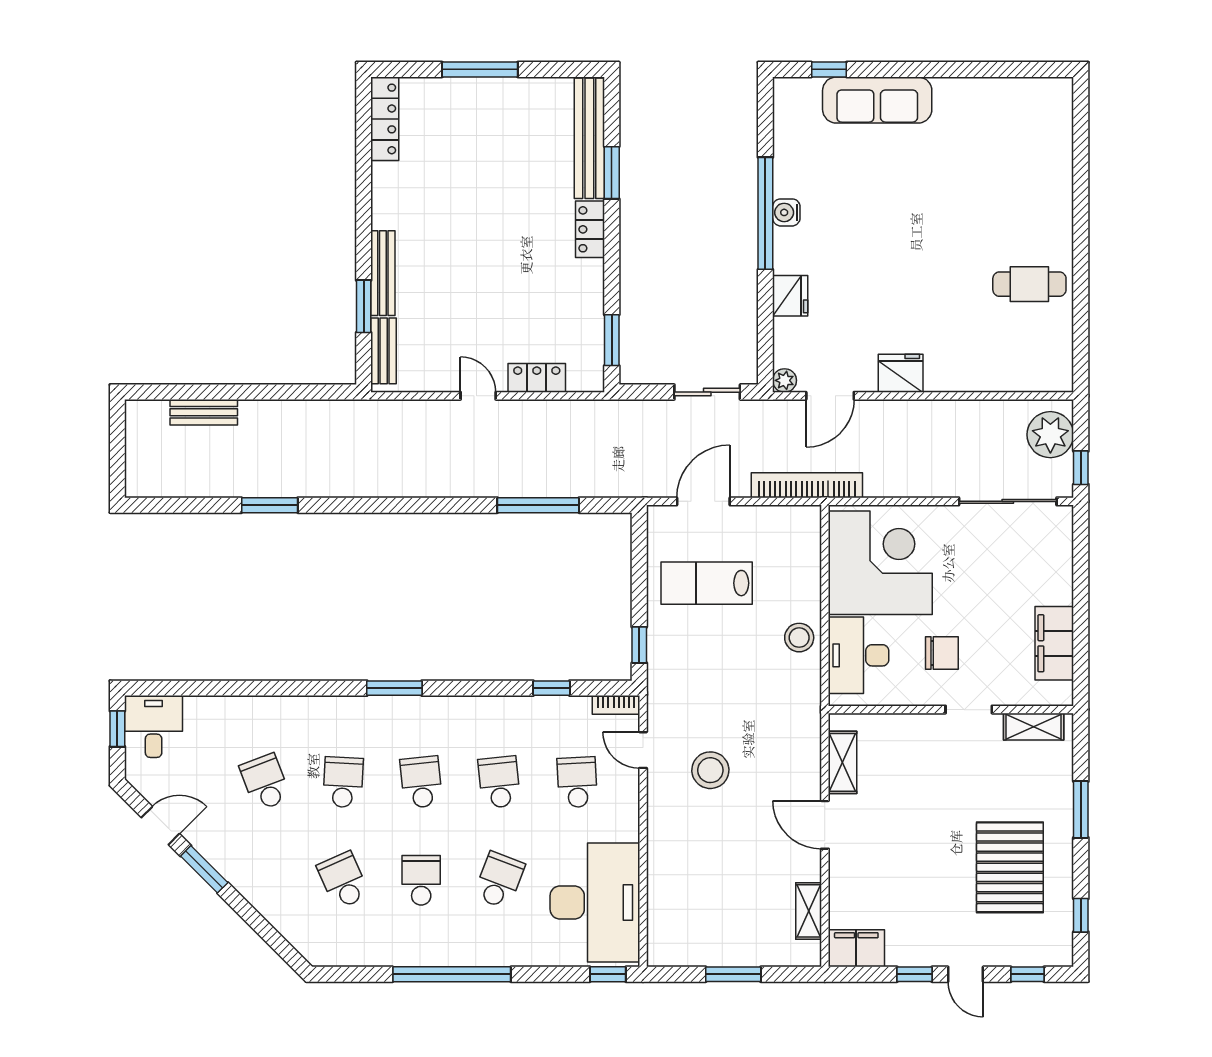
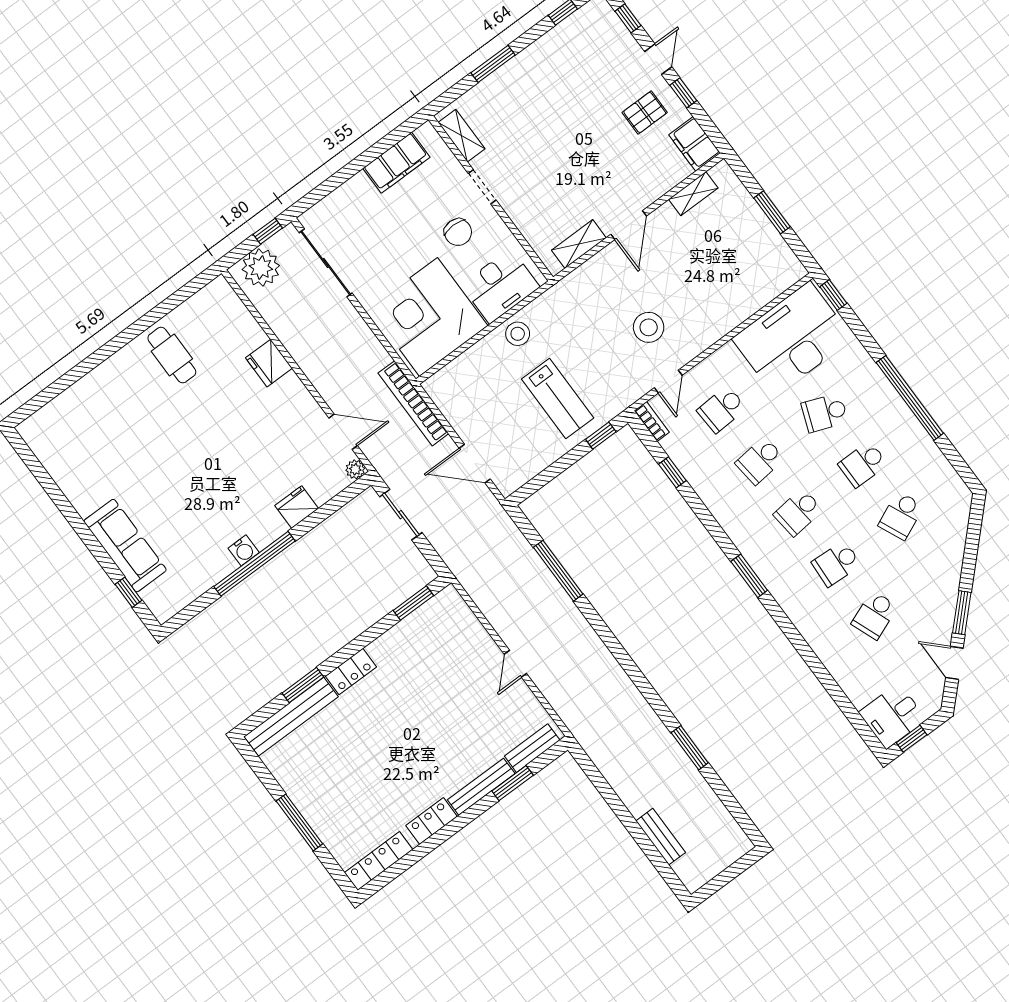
fridge: (901, 373) -> (269, 363), moved
locker: (537, 378) -> (432, 821), moved, turned 90
lab bench: (707, 583) -> (558, 398), moved
chair: (942, 653) -> (458, 232), turned 180
pallet: (1010, 867) -> (645, 112), moved, width x0.49, depth x0.50

